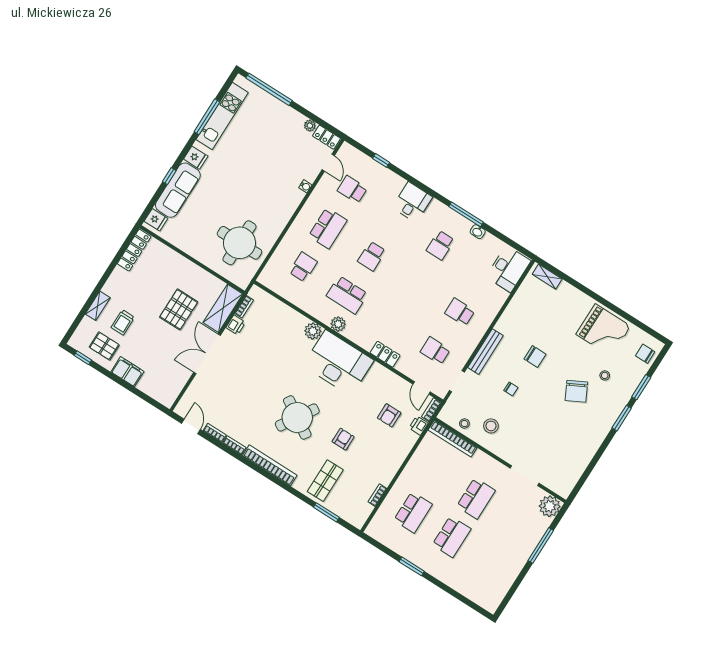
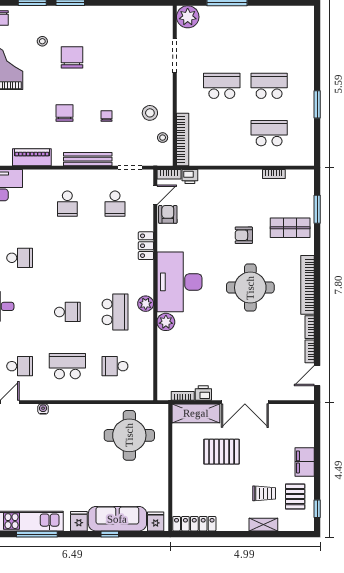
school desk: (352, 189) -> (20, 366), turned -90
piano: (516, 307) -> (32, 157), added
chair: (576, 391) -> (72, 57), turned -63
armchair: (389, 415) -> (168, 214), moved, turned -90
round table: (297, 417) -> (250, 288), turned -32

